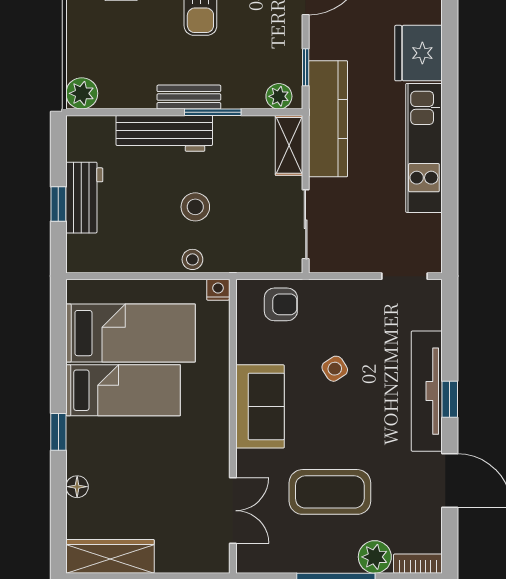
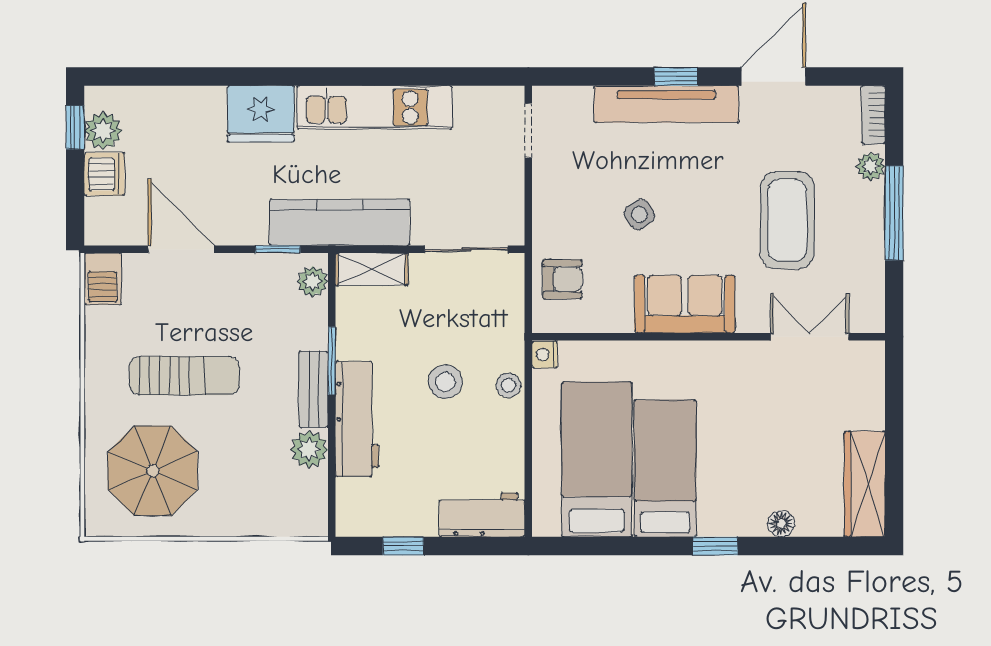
plant: (82, 93) -> (309, 449), moved
workbench: (84, 198) -> (482, 515), moved
window: (58, 204) -> (403, 546), moved
armchair: (281, 304) -> (562, 279), turned 90
plant: (375, 557) -> (871, 166), width x0.73, depth x0.73

